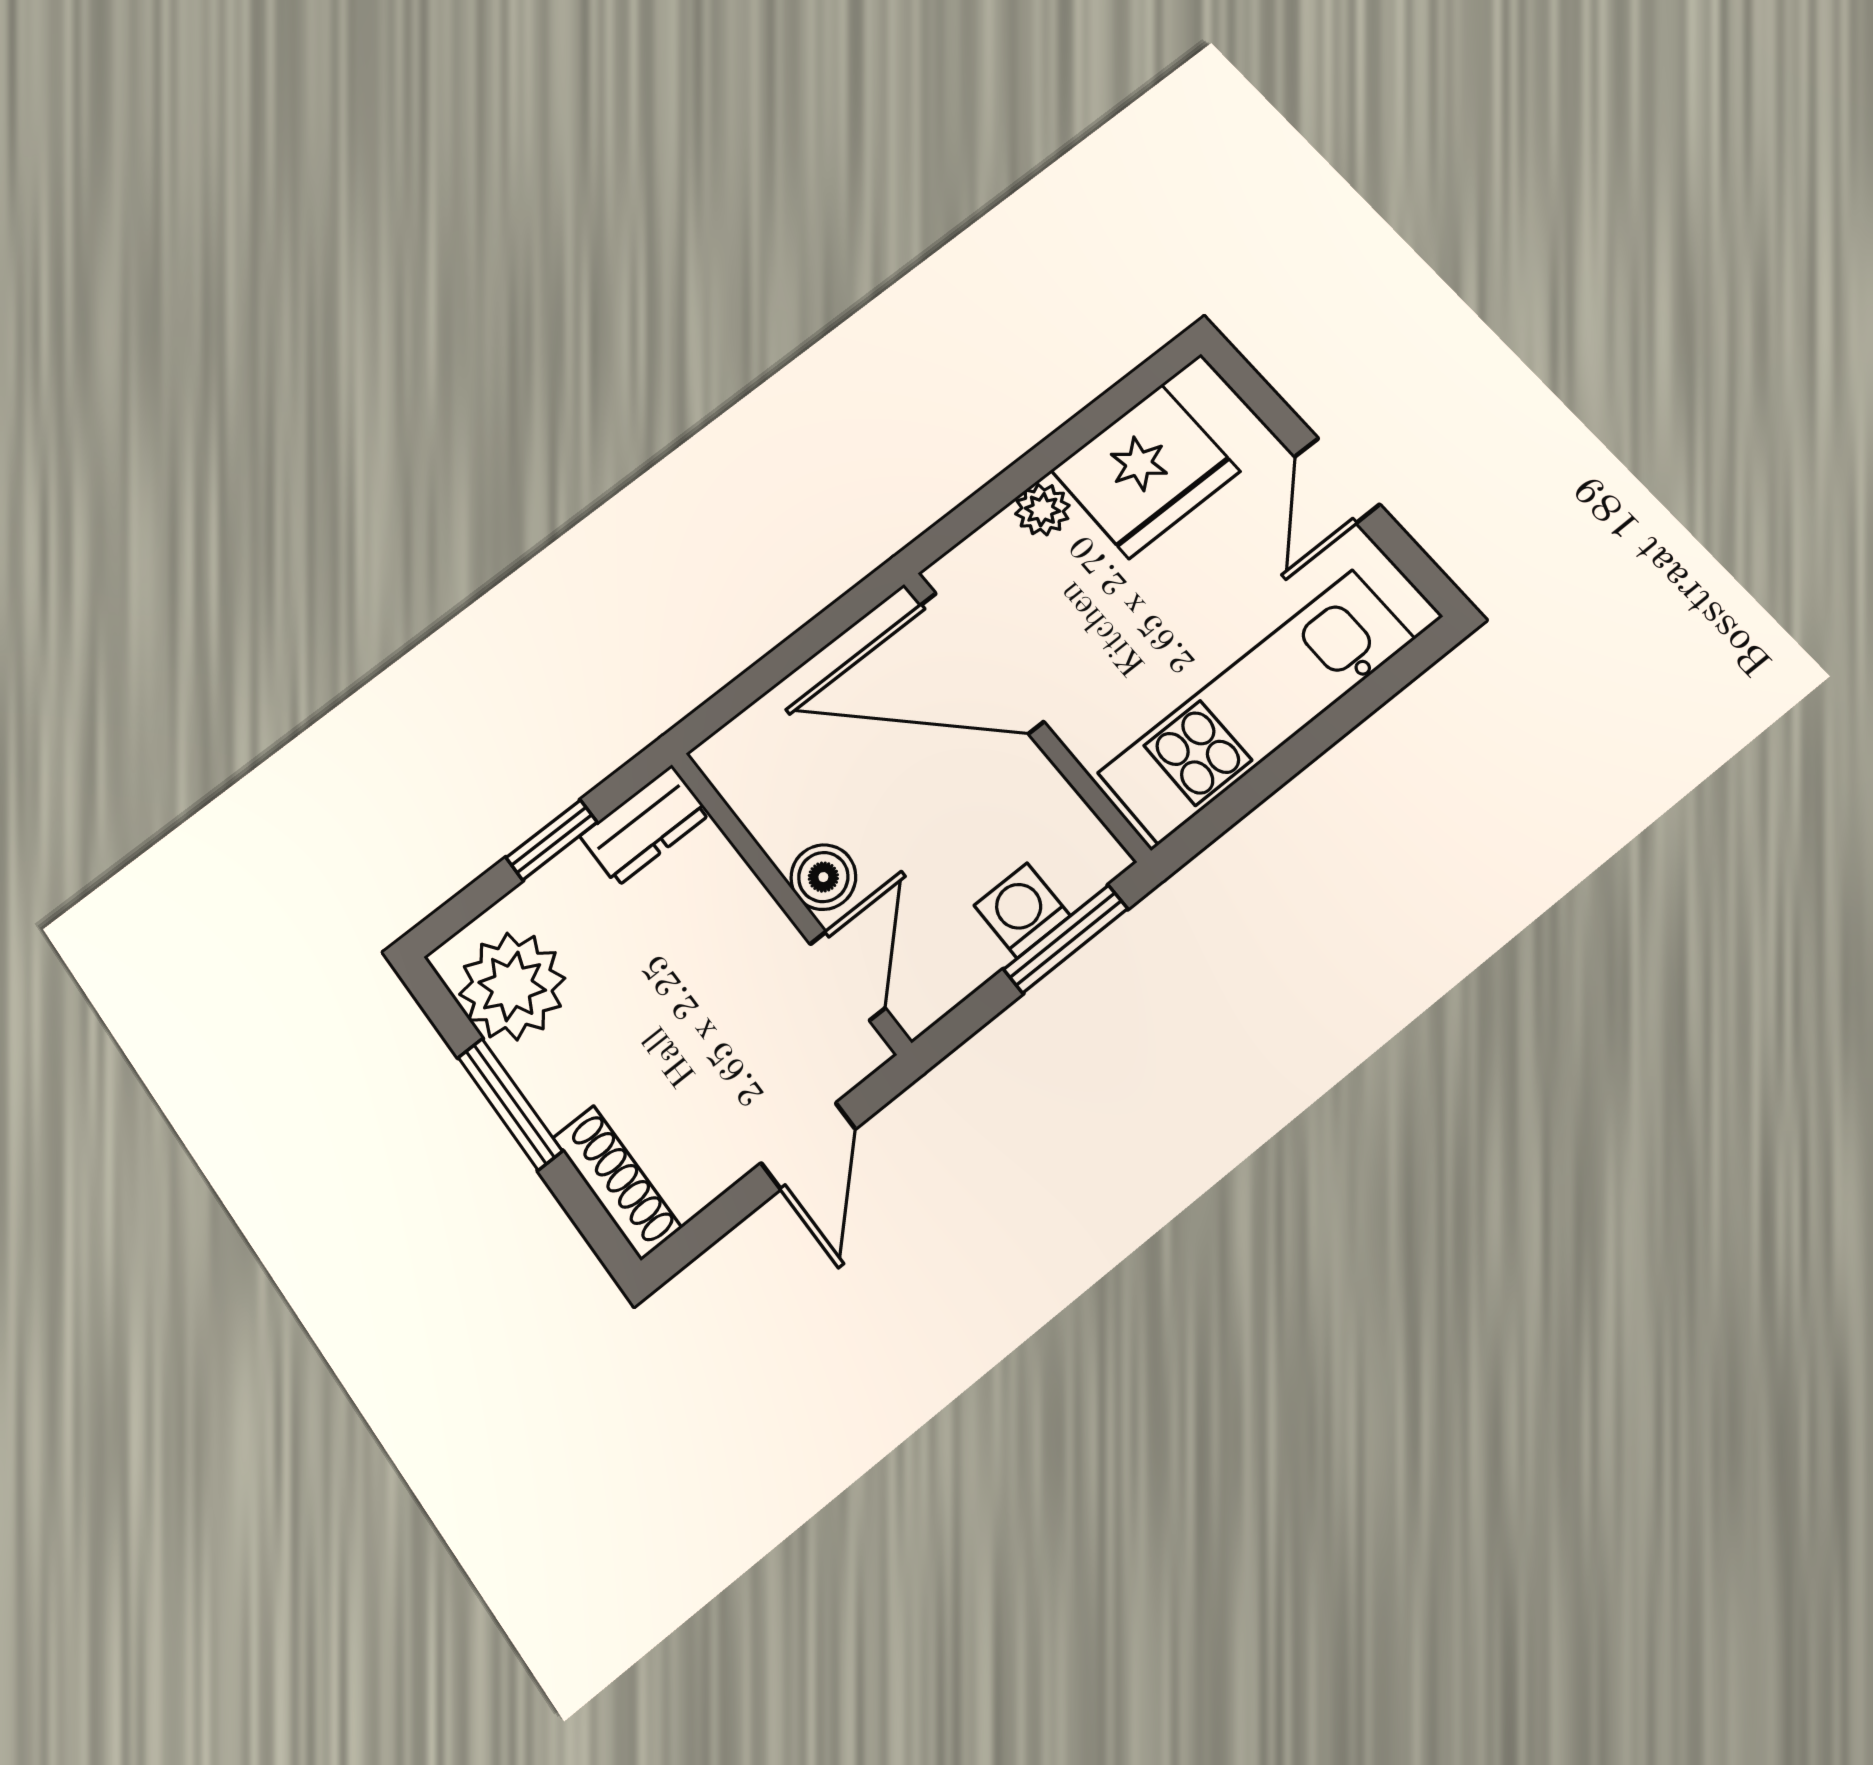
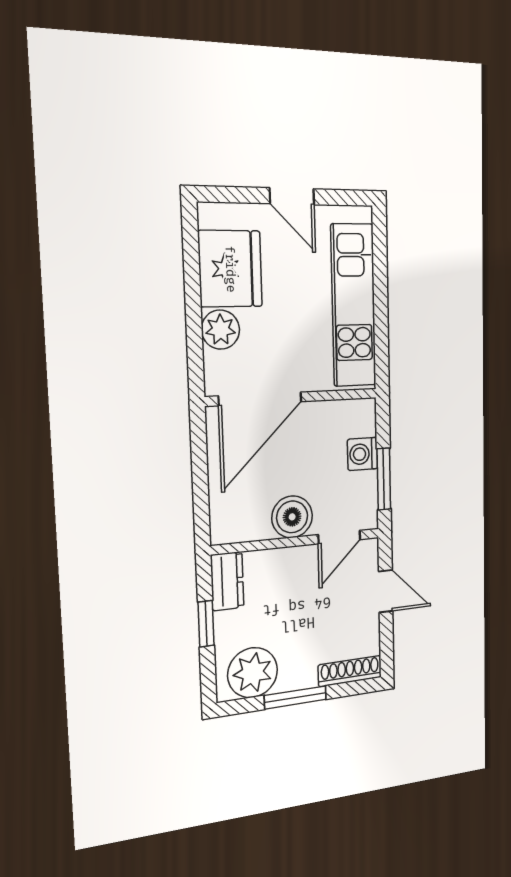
plant: (1042, 510) -> (221, 330), width x1.38, depth x1.38
boiler: (823, 877) -> (292, 517), width x1.36, depth x1.36
window: (1066, 939) -> (384, 479), moved
door: (848, 976) -> (339, 537), swing flipped

